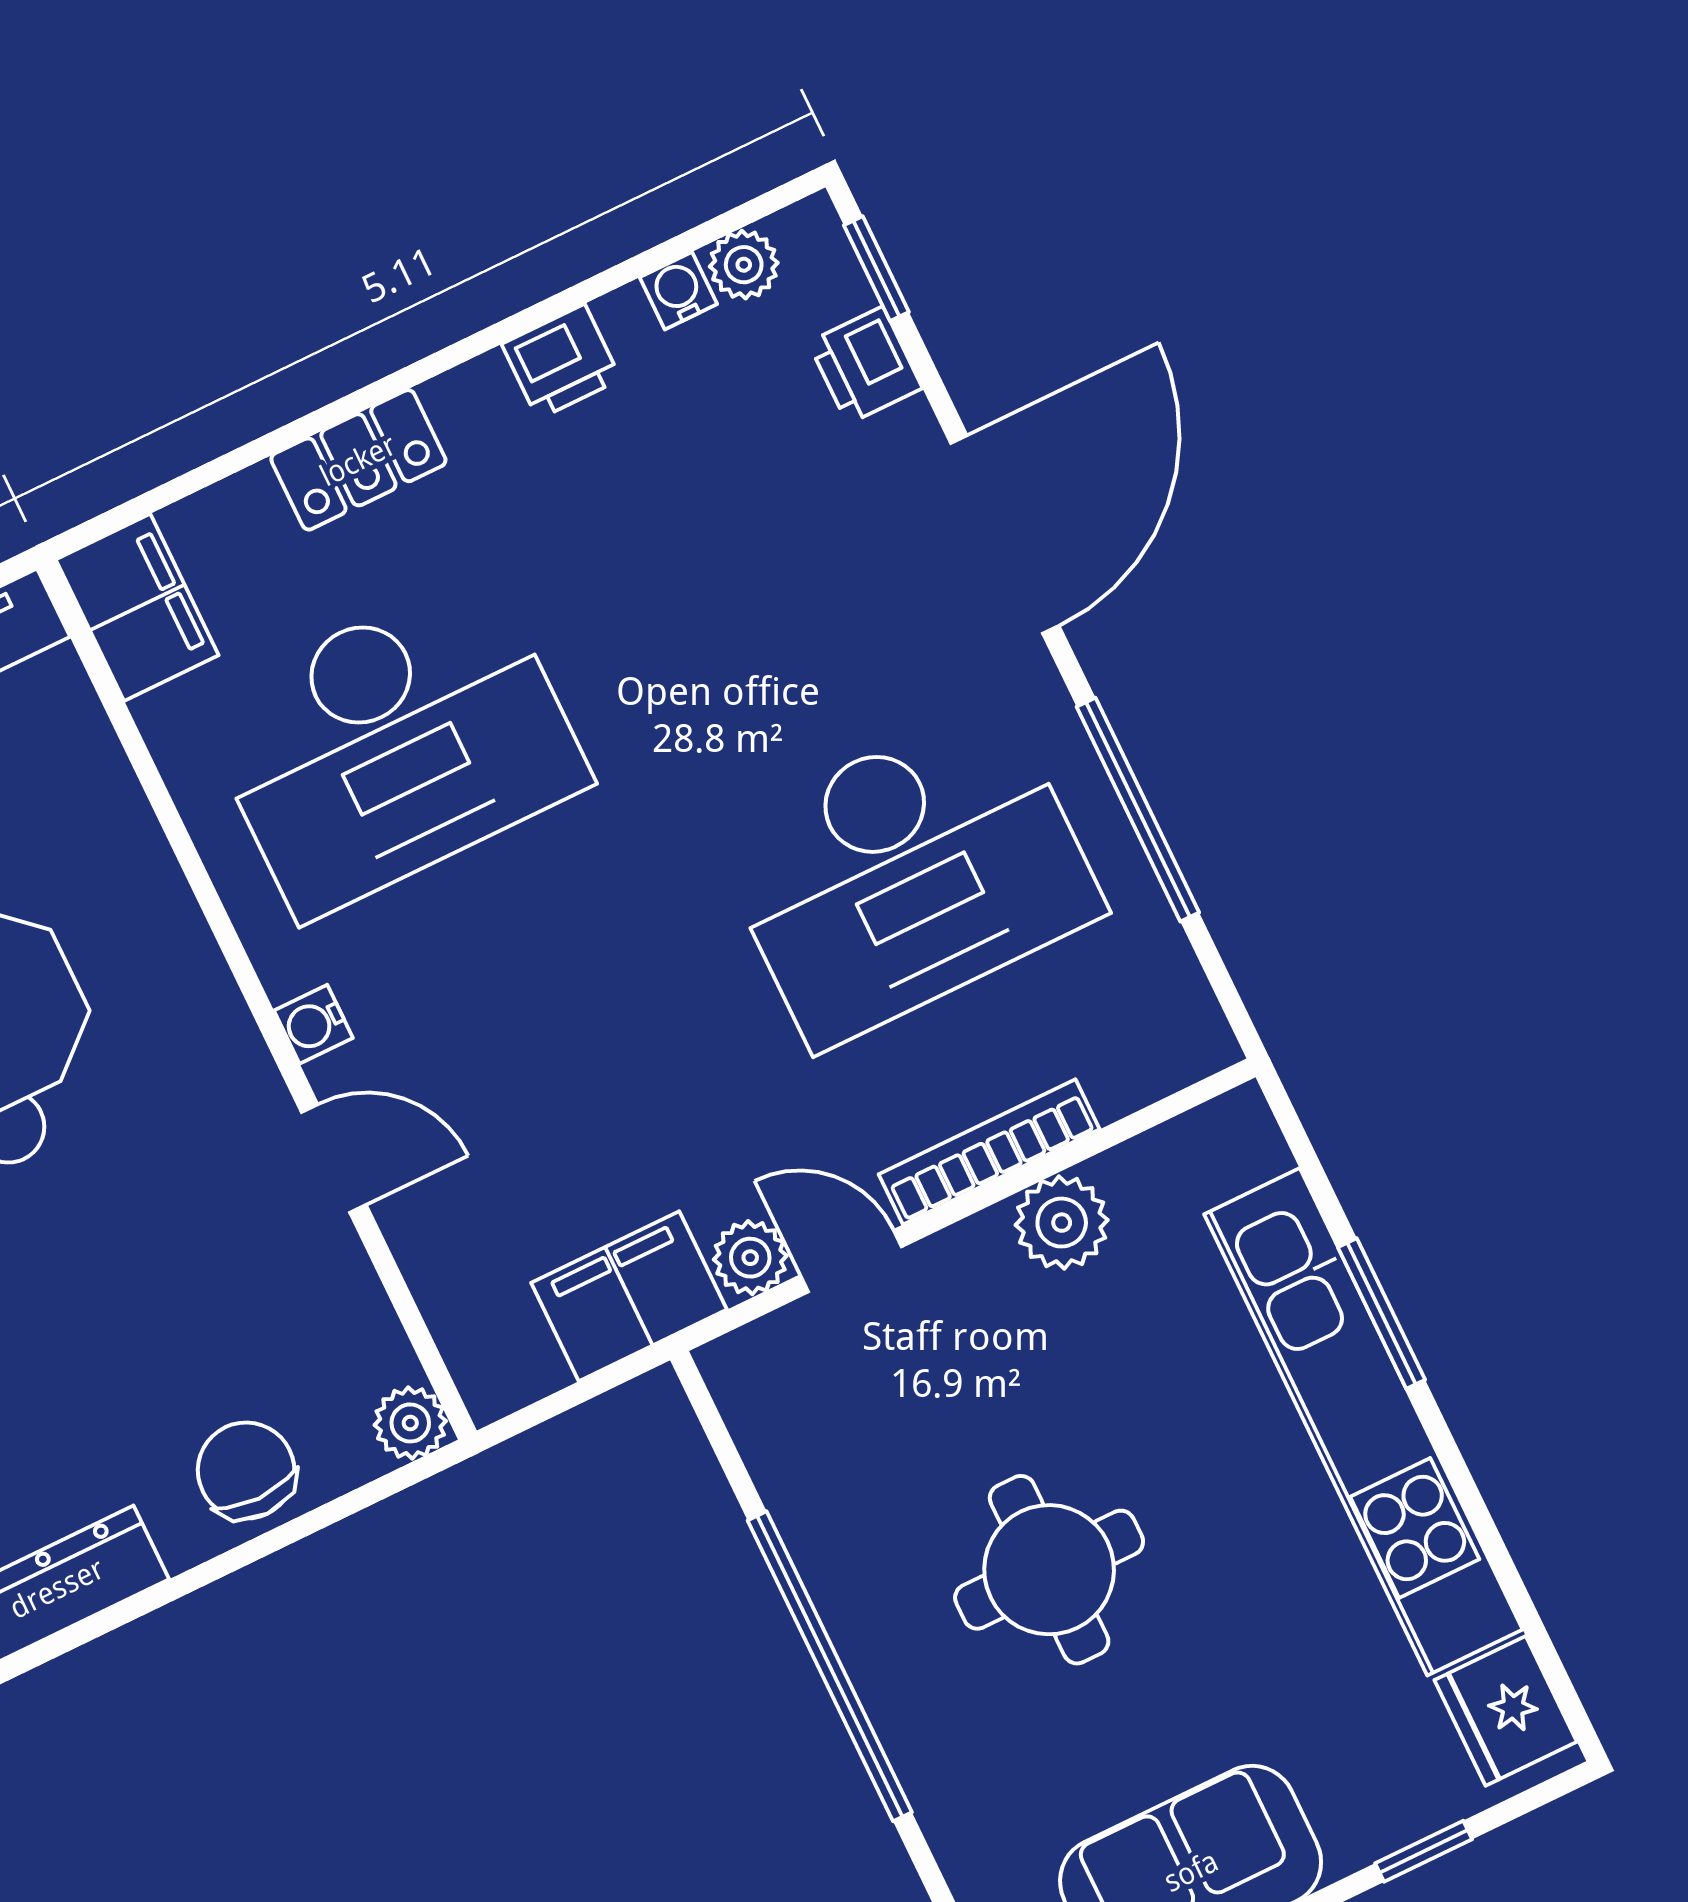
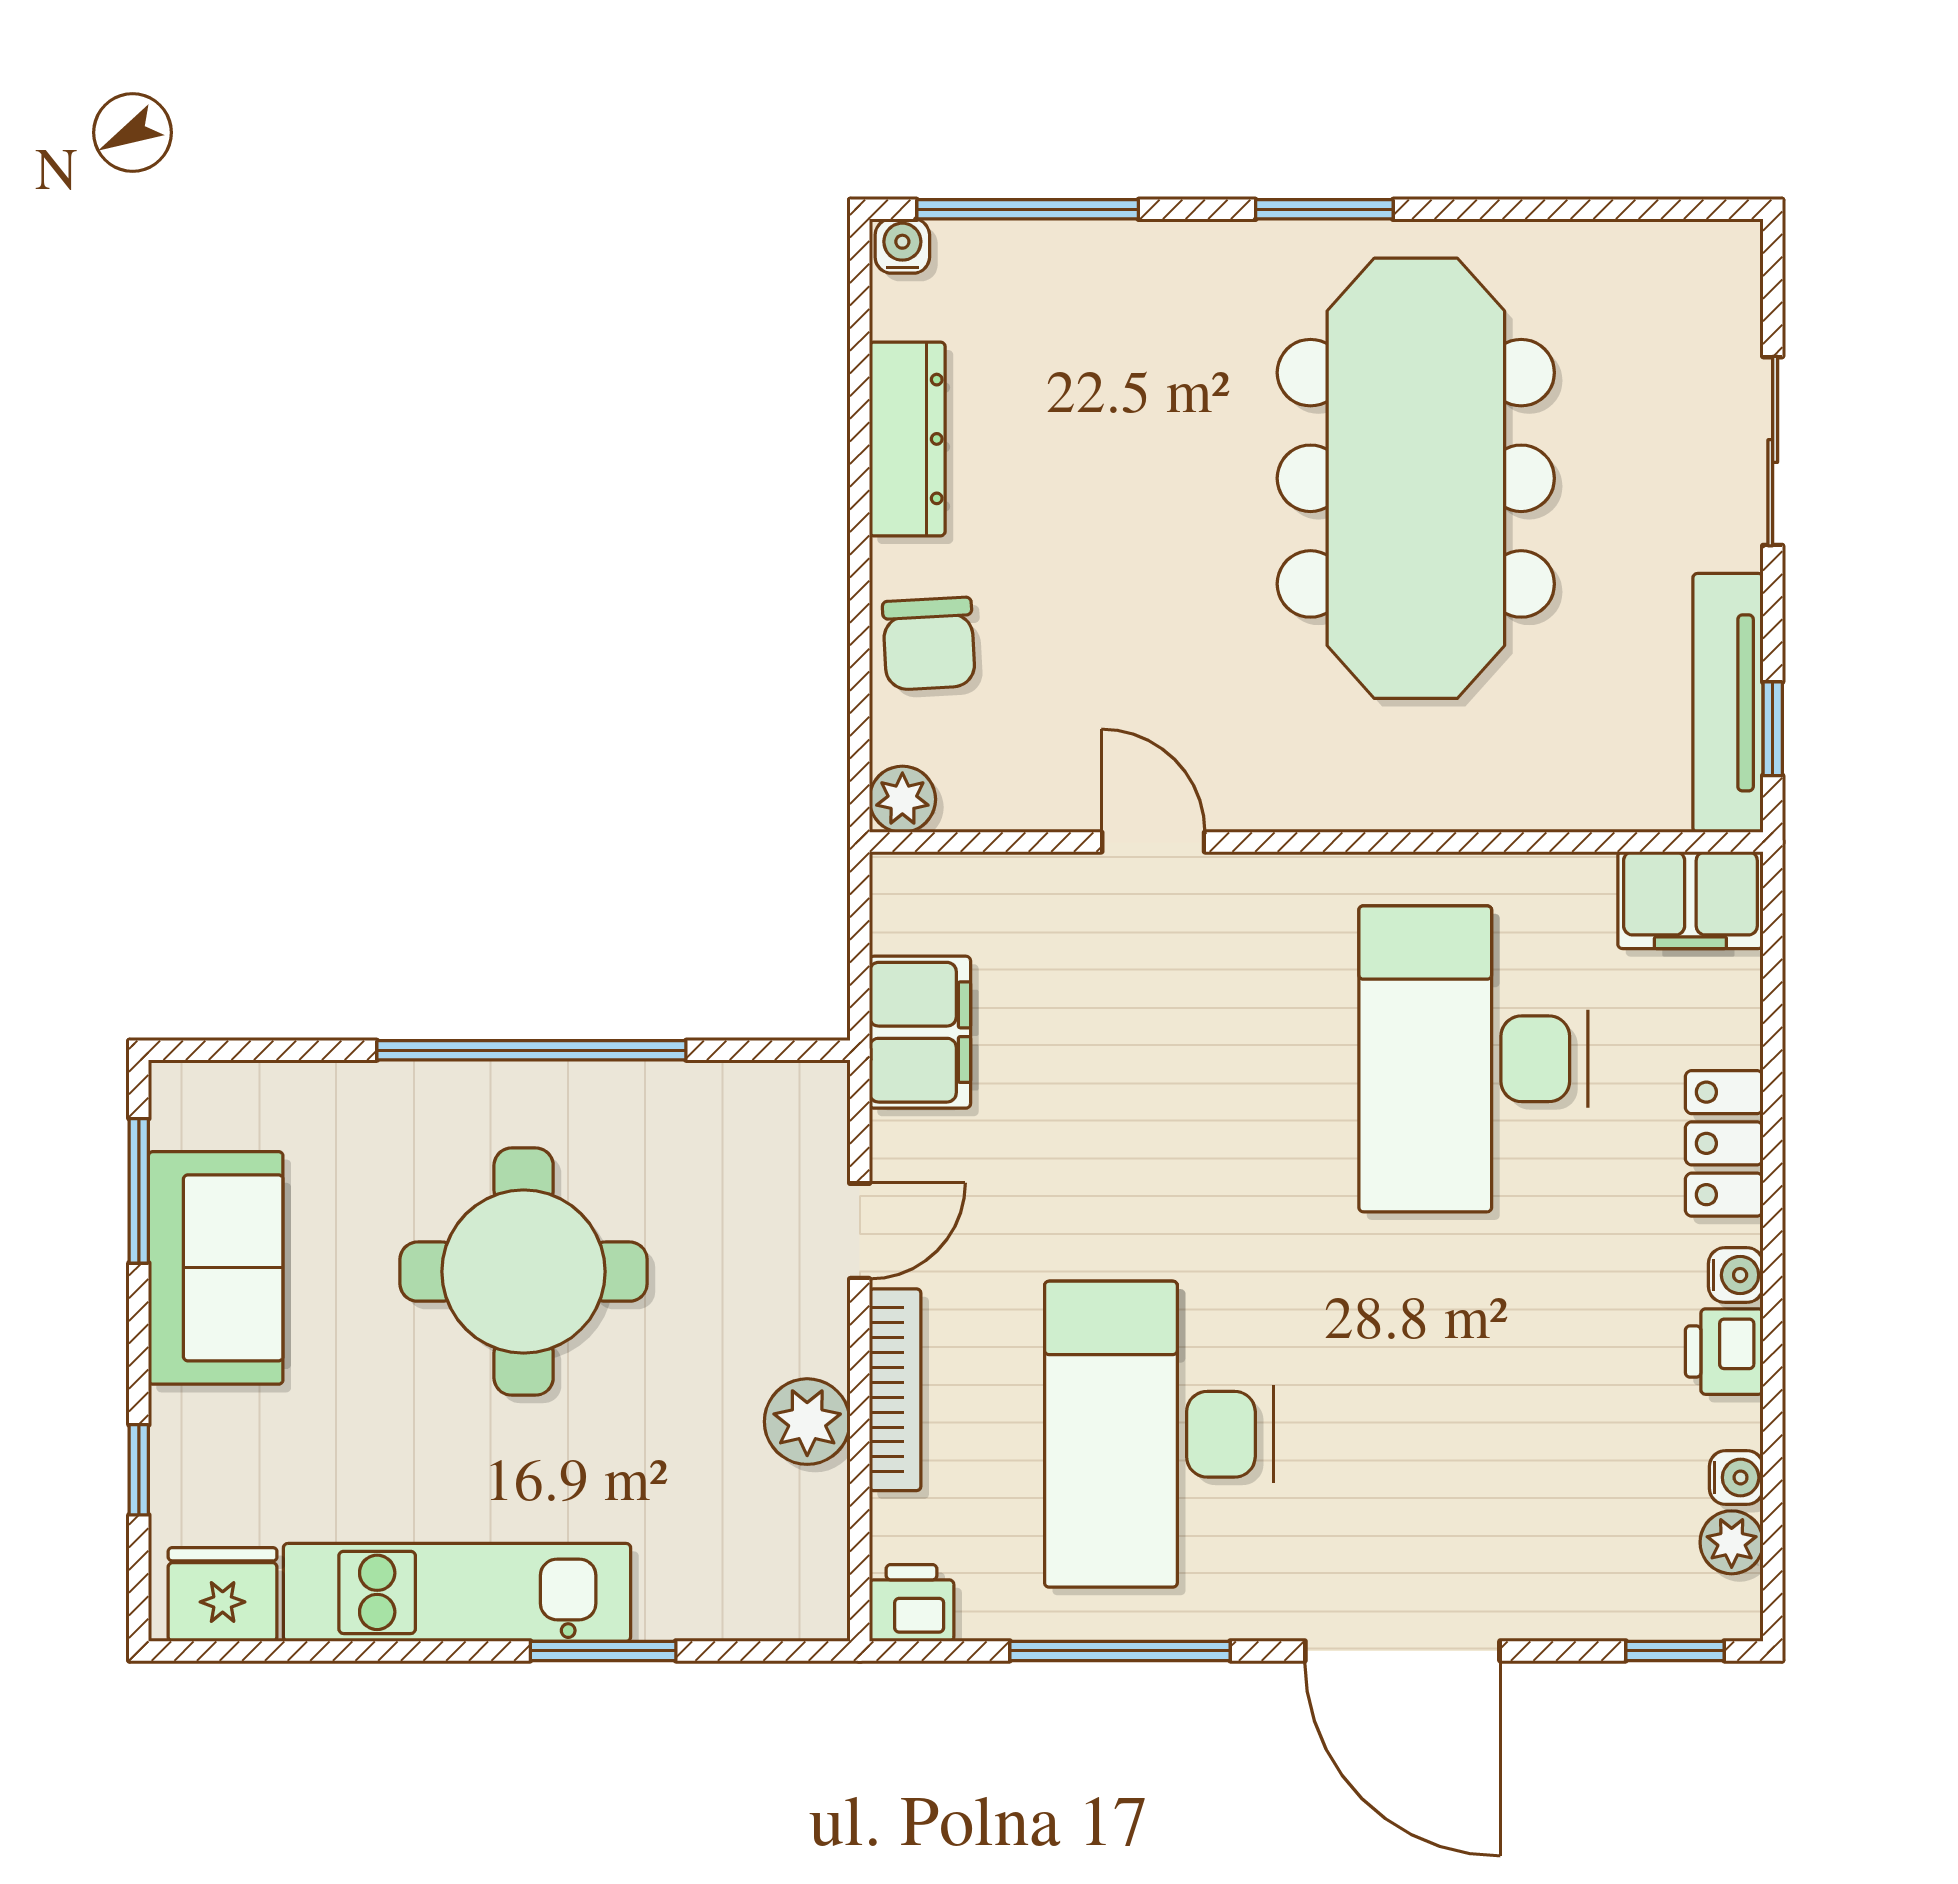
printer: (865, 365) -> (912, 1603), moved
water cooler: (313, 1024) -> (1736, 1275), moved, turned 90
door: (334, 1158) -> (1153, 842), swing flipped
plant: (750, 1258) -> (903, 1148), removed
kitchen unit: (1363, 1422) -> (457, 1592), width x0.73
chair: (246, 1471) -> (929, 644), turned 87
round table: (1049, 1570) -> (524, 1272), width x1.36, depth x1.36

